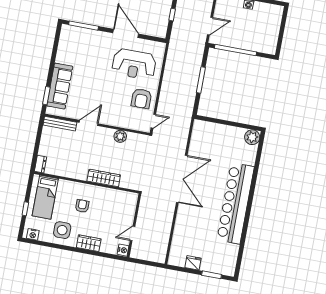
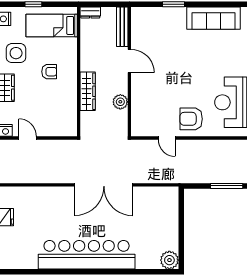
sofa: (60, 86) -> (214, 18), moved
door: (89, 123) -> (129, 61), moved
bench: (60, 124) -> (122, 27), moved
wall: (97, 125) -> (129, 72), moved
plant: (120, 136) -> (120, 102), moved

